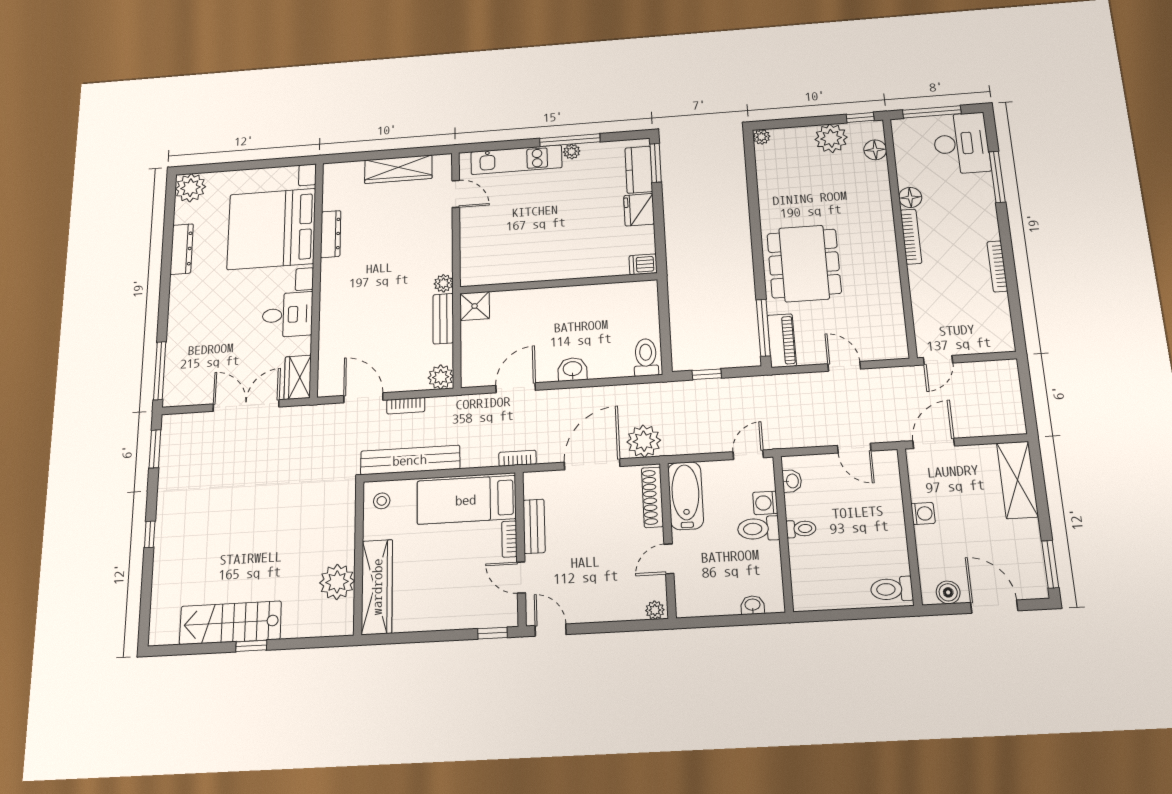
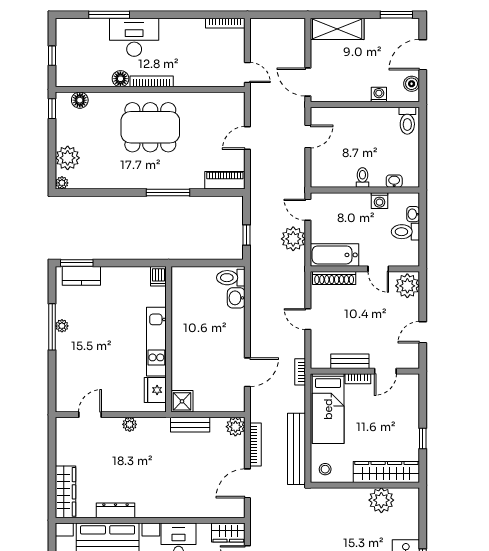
window: (932, 112) -> (52, 56), width x0.46
plant: (831, 138) -> (68, 158), moved
desk: (961, 143) -> (134, 37), moved
kitchen unit: (516, 160) -> (156, 342), moved, turned 180
wardrobe: (398, 169) -> (65, 492), moved
fridge: (639, 210) -> (155, 390), moved, turned 90
dining table: (804, 263) -> (150, 127), moved
bookcase: (997, 266) -> (225, 23), moved
plant: (443, 283) -> (130, 424), moved
window: (763, 328) -> (168, 193), moved
washbasin: (572, 369) -> (236, 298), moved
door: (516, 388) -> (247, 372), swing flipped
bookcase: (406, 406) -> (255, 444), width x1.56
plant: (644, 441) -> (293, 239), moved
door: (592, 464) -> (308, 319), width x0.53
washbasin: (792, 481) -> (394, 181), moved
washing machine: (765, 503) -> (379, 201), moved
washing machine: (923, 514) -> (379, 95), moved
toilet: (758, 529) -> (405, 232), moved, turned 90
plant: (655, 610) -> (407, 286), width x1.88, depth x1.88
door: (551, 630) -> (423, 332), moved
window: (493, 633) -> (423, 438), moved

